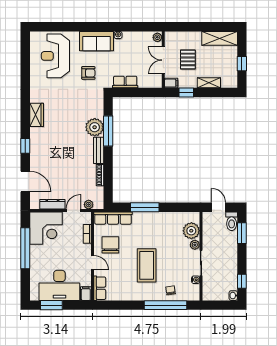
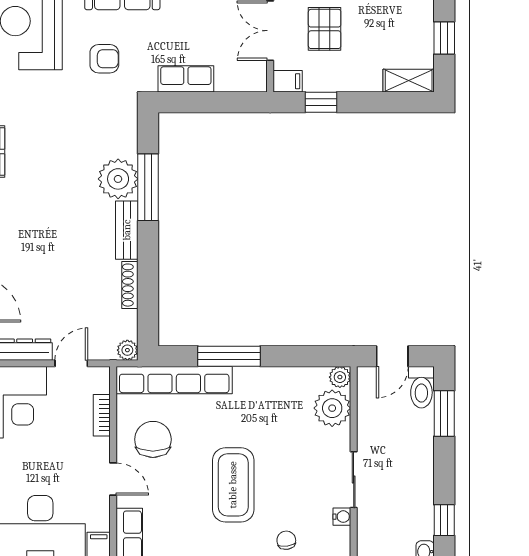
shelving: (209, 83) -> (409, 81), moved
plant: (89, 205) -> (127, 350), moved
door: (218, 207) -> (392, 356), swing flipped
row of seats: (113, 218) -> (174, 380), width x1.36
plant: (195, 245) -> (340, 377), moved

